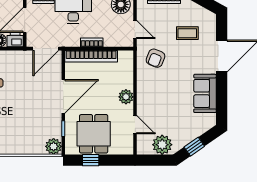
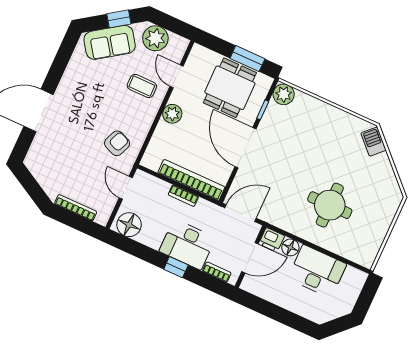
coffee table: (187, 33) -> (142, 86), moved
sofa: (205, 93) -> (110, 42), moved, turned 55
door: (63, 96) -> (245, 148), hinge flipped
window: (91, 160) -> (247, 59), width x1.50

